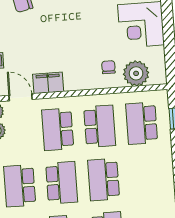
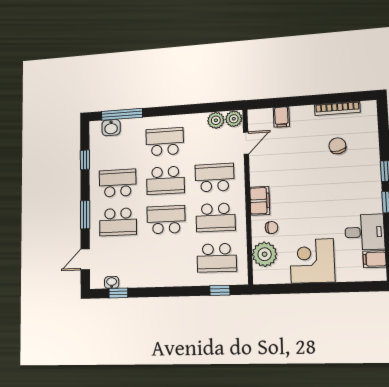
filing cabinet: (48, 83) -> (260, 201), moved
school desk: (142, 123) -> (217, 258), turned 180

